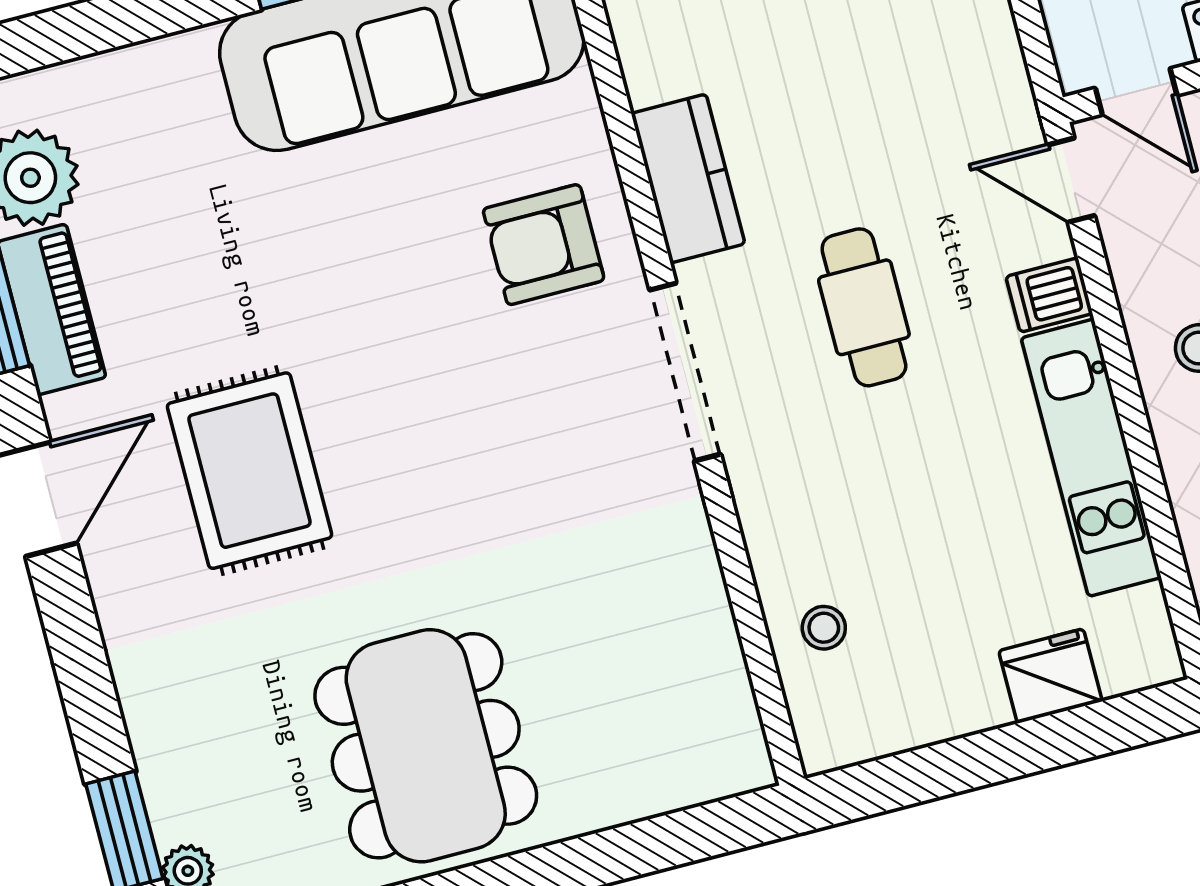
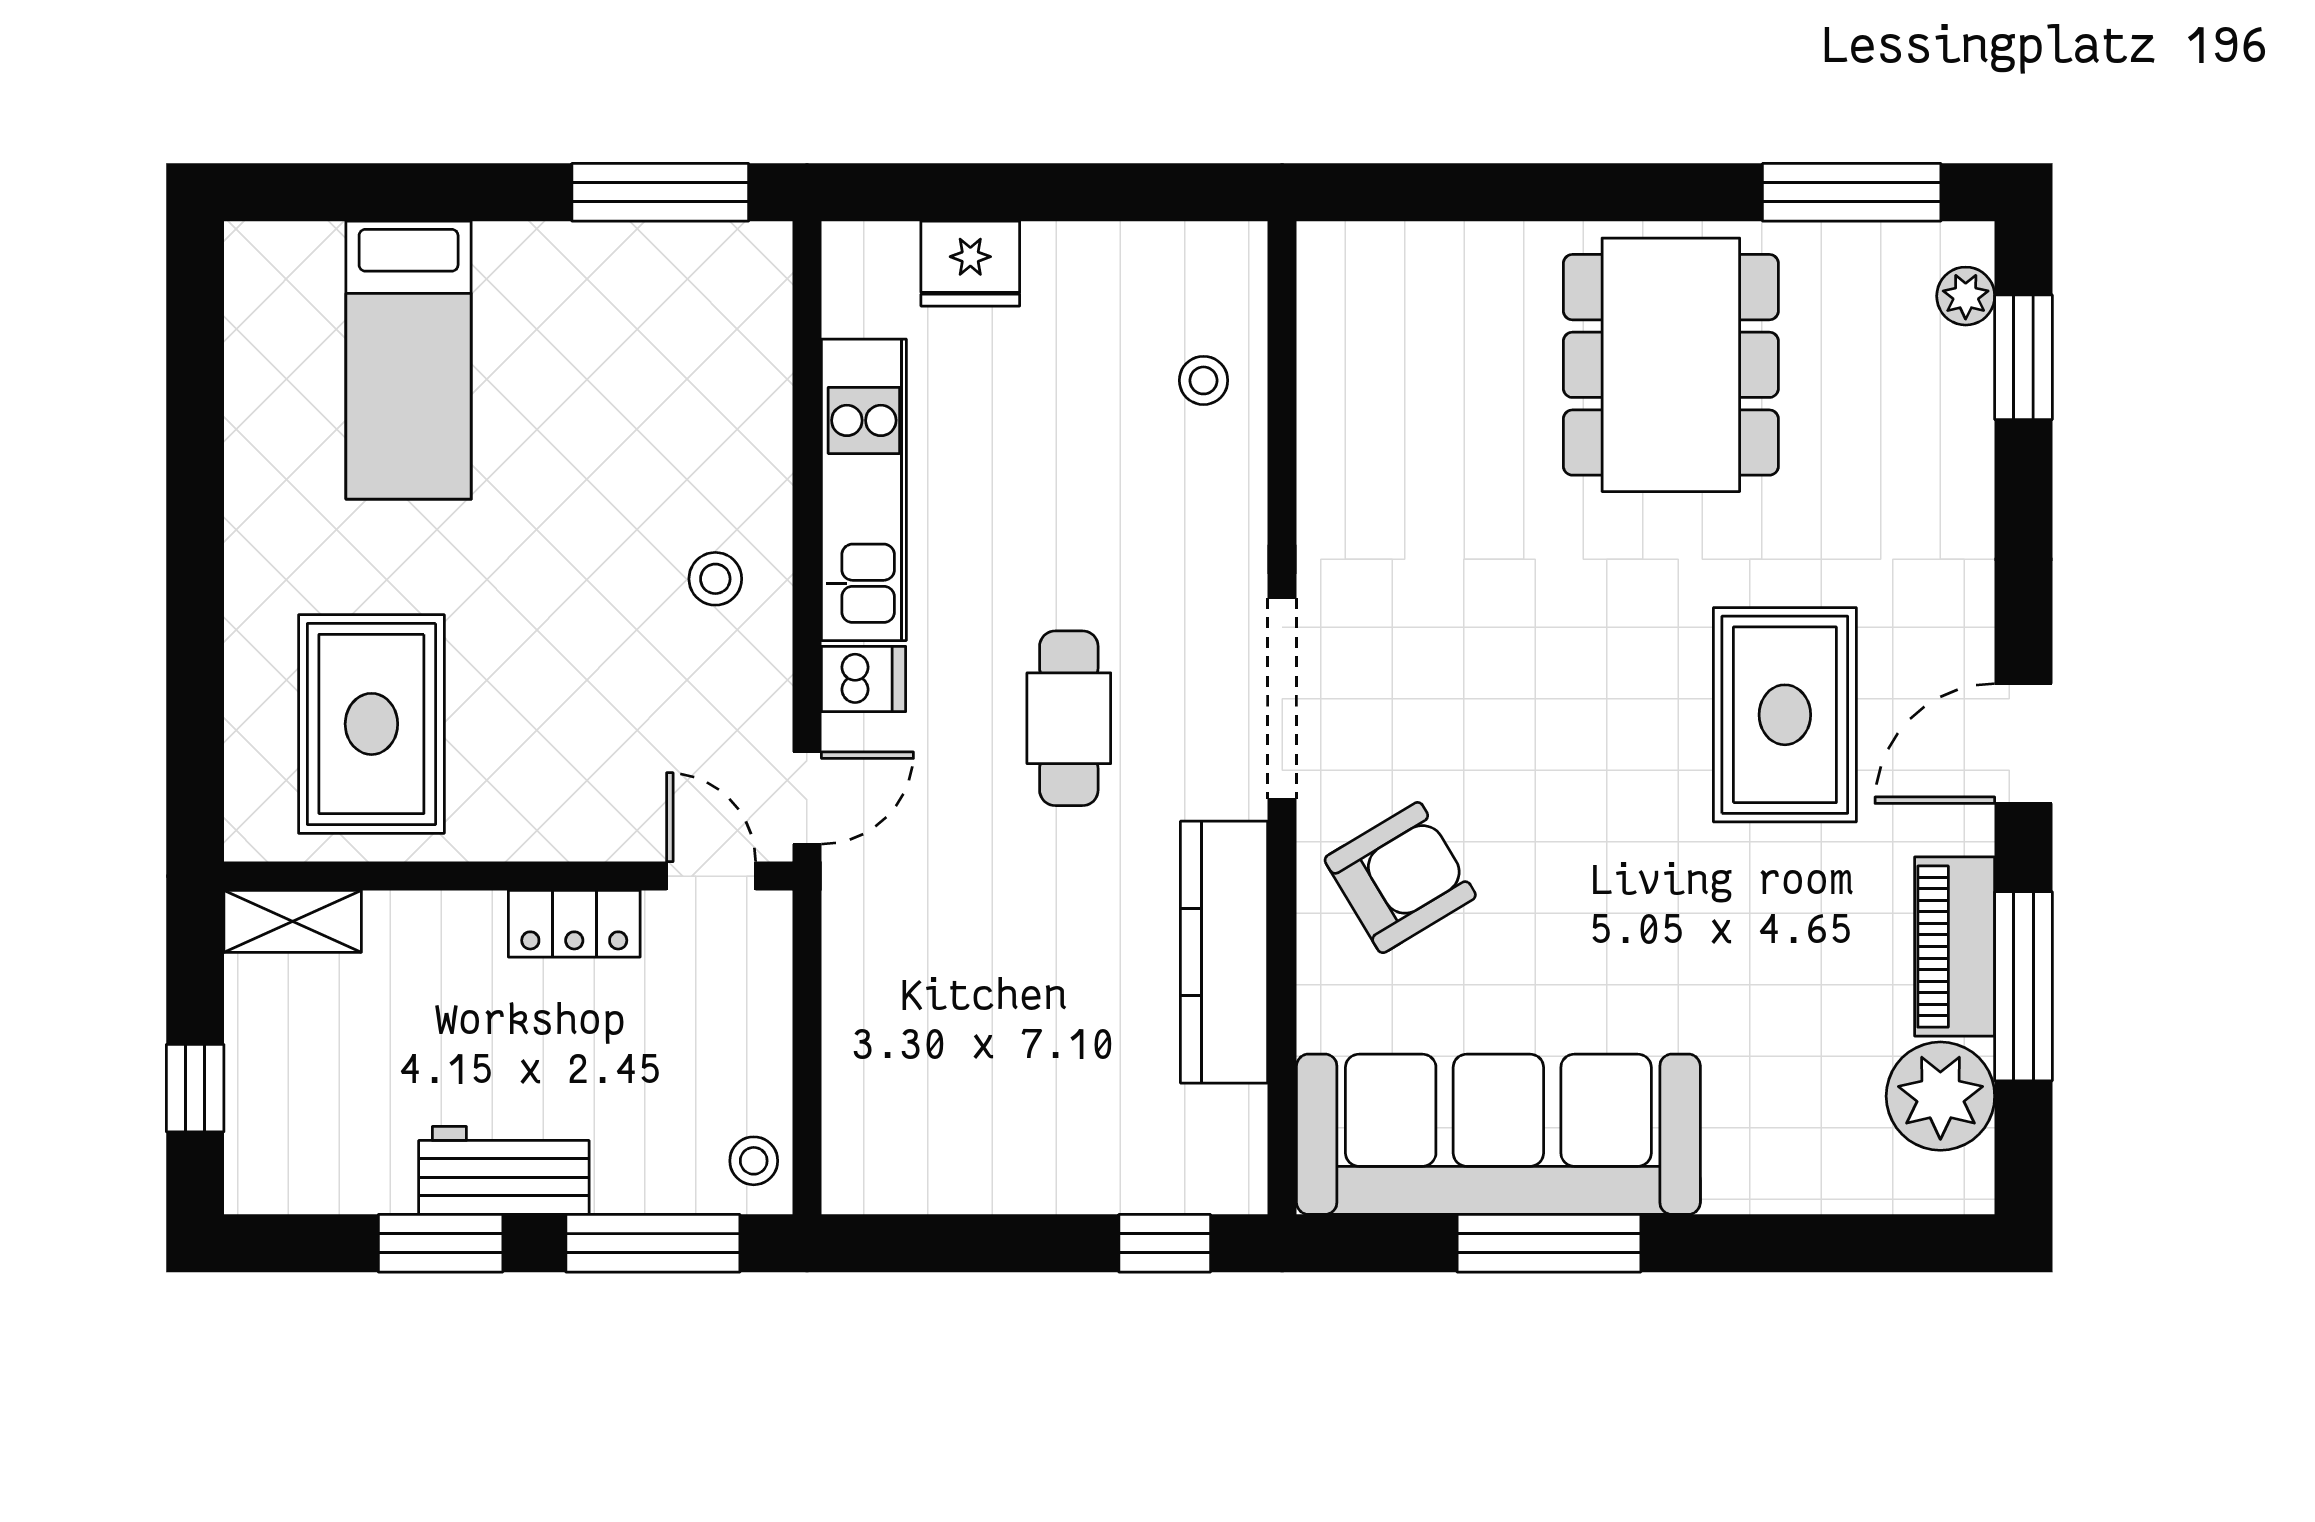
kitchen counter: (688, 179) -> (1224, 952), width x1.50
door: (1071, 180) -> (807, 798), hinge flipped
armchair: (544, 245) -> (1400, 878), turned -31

